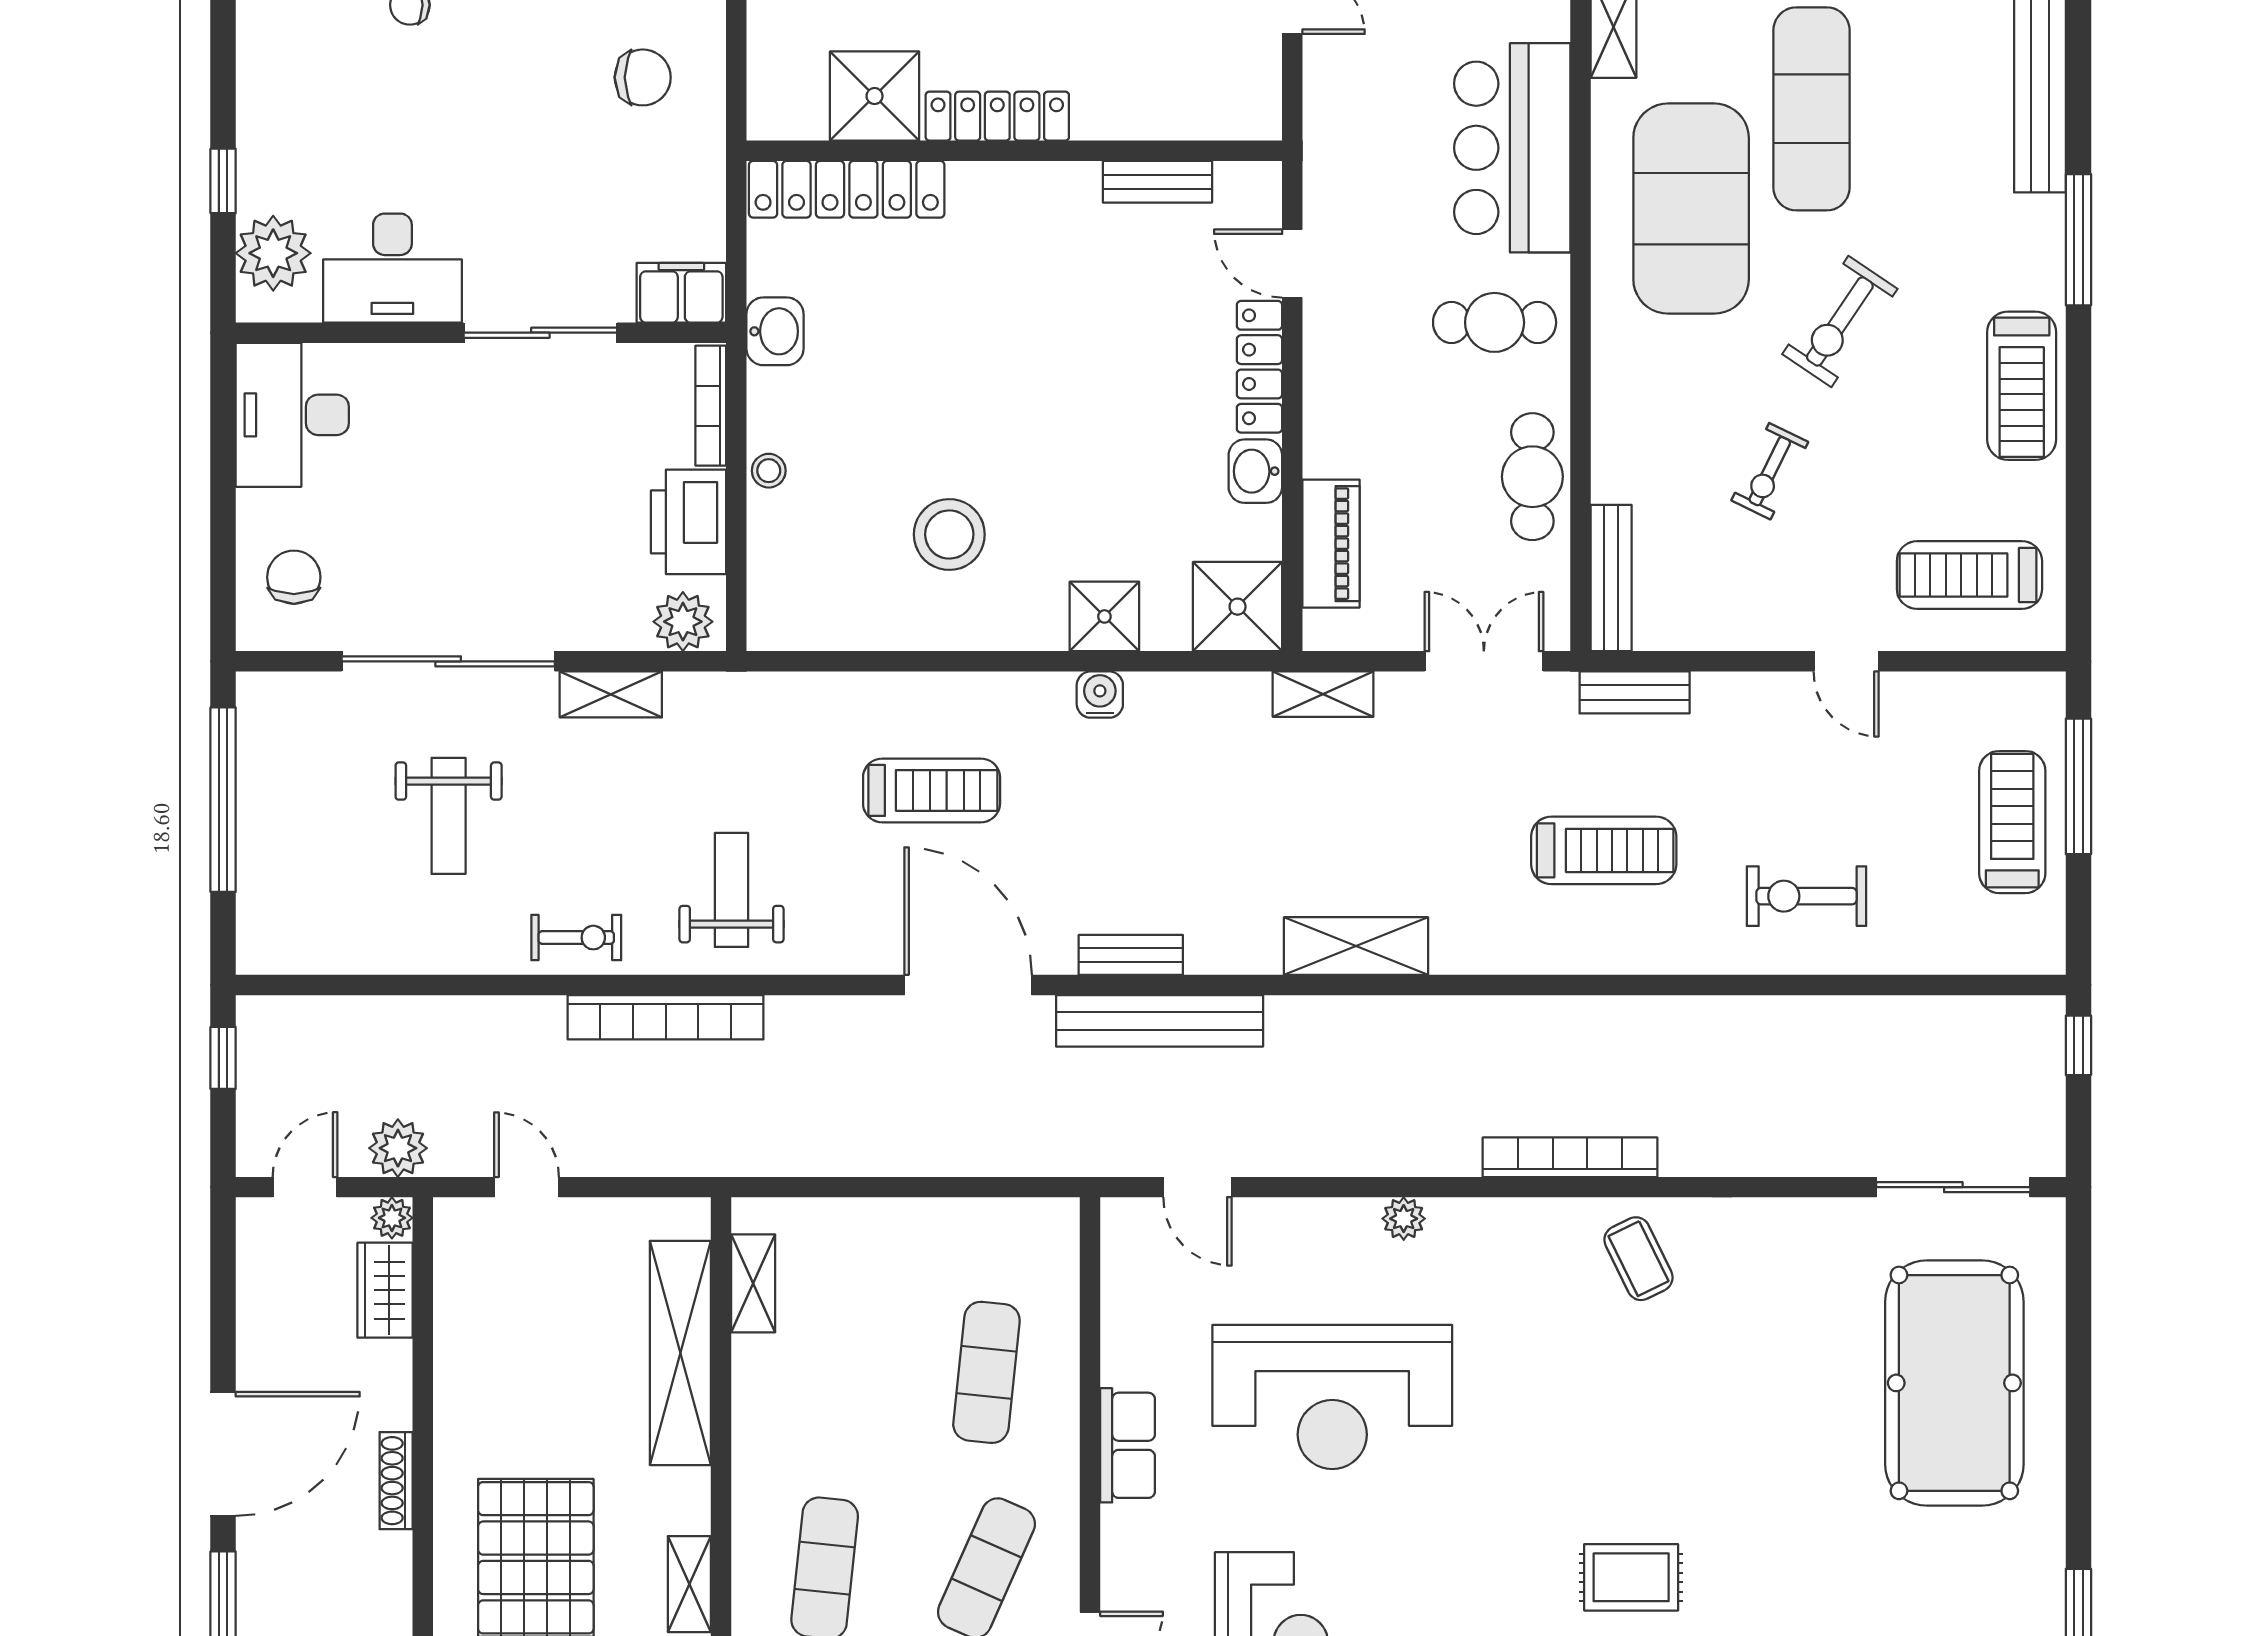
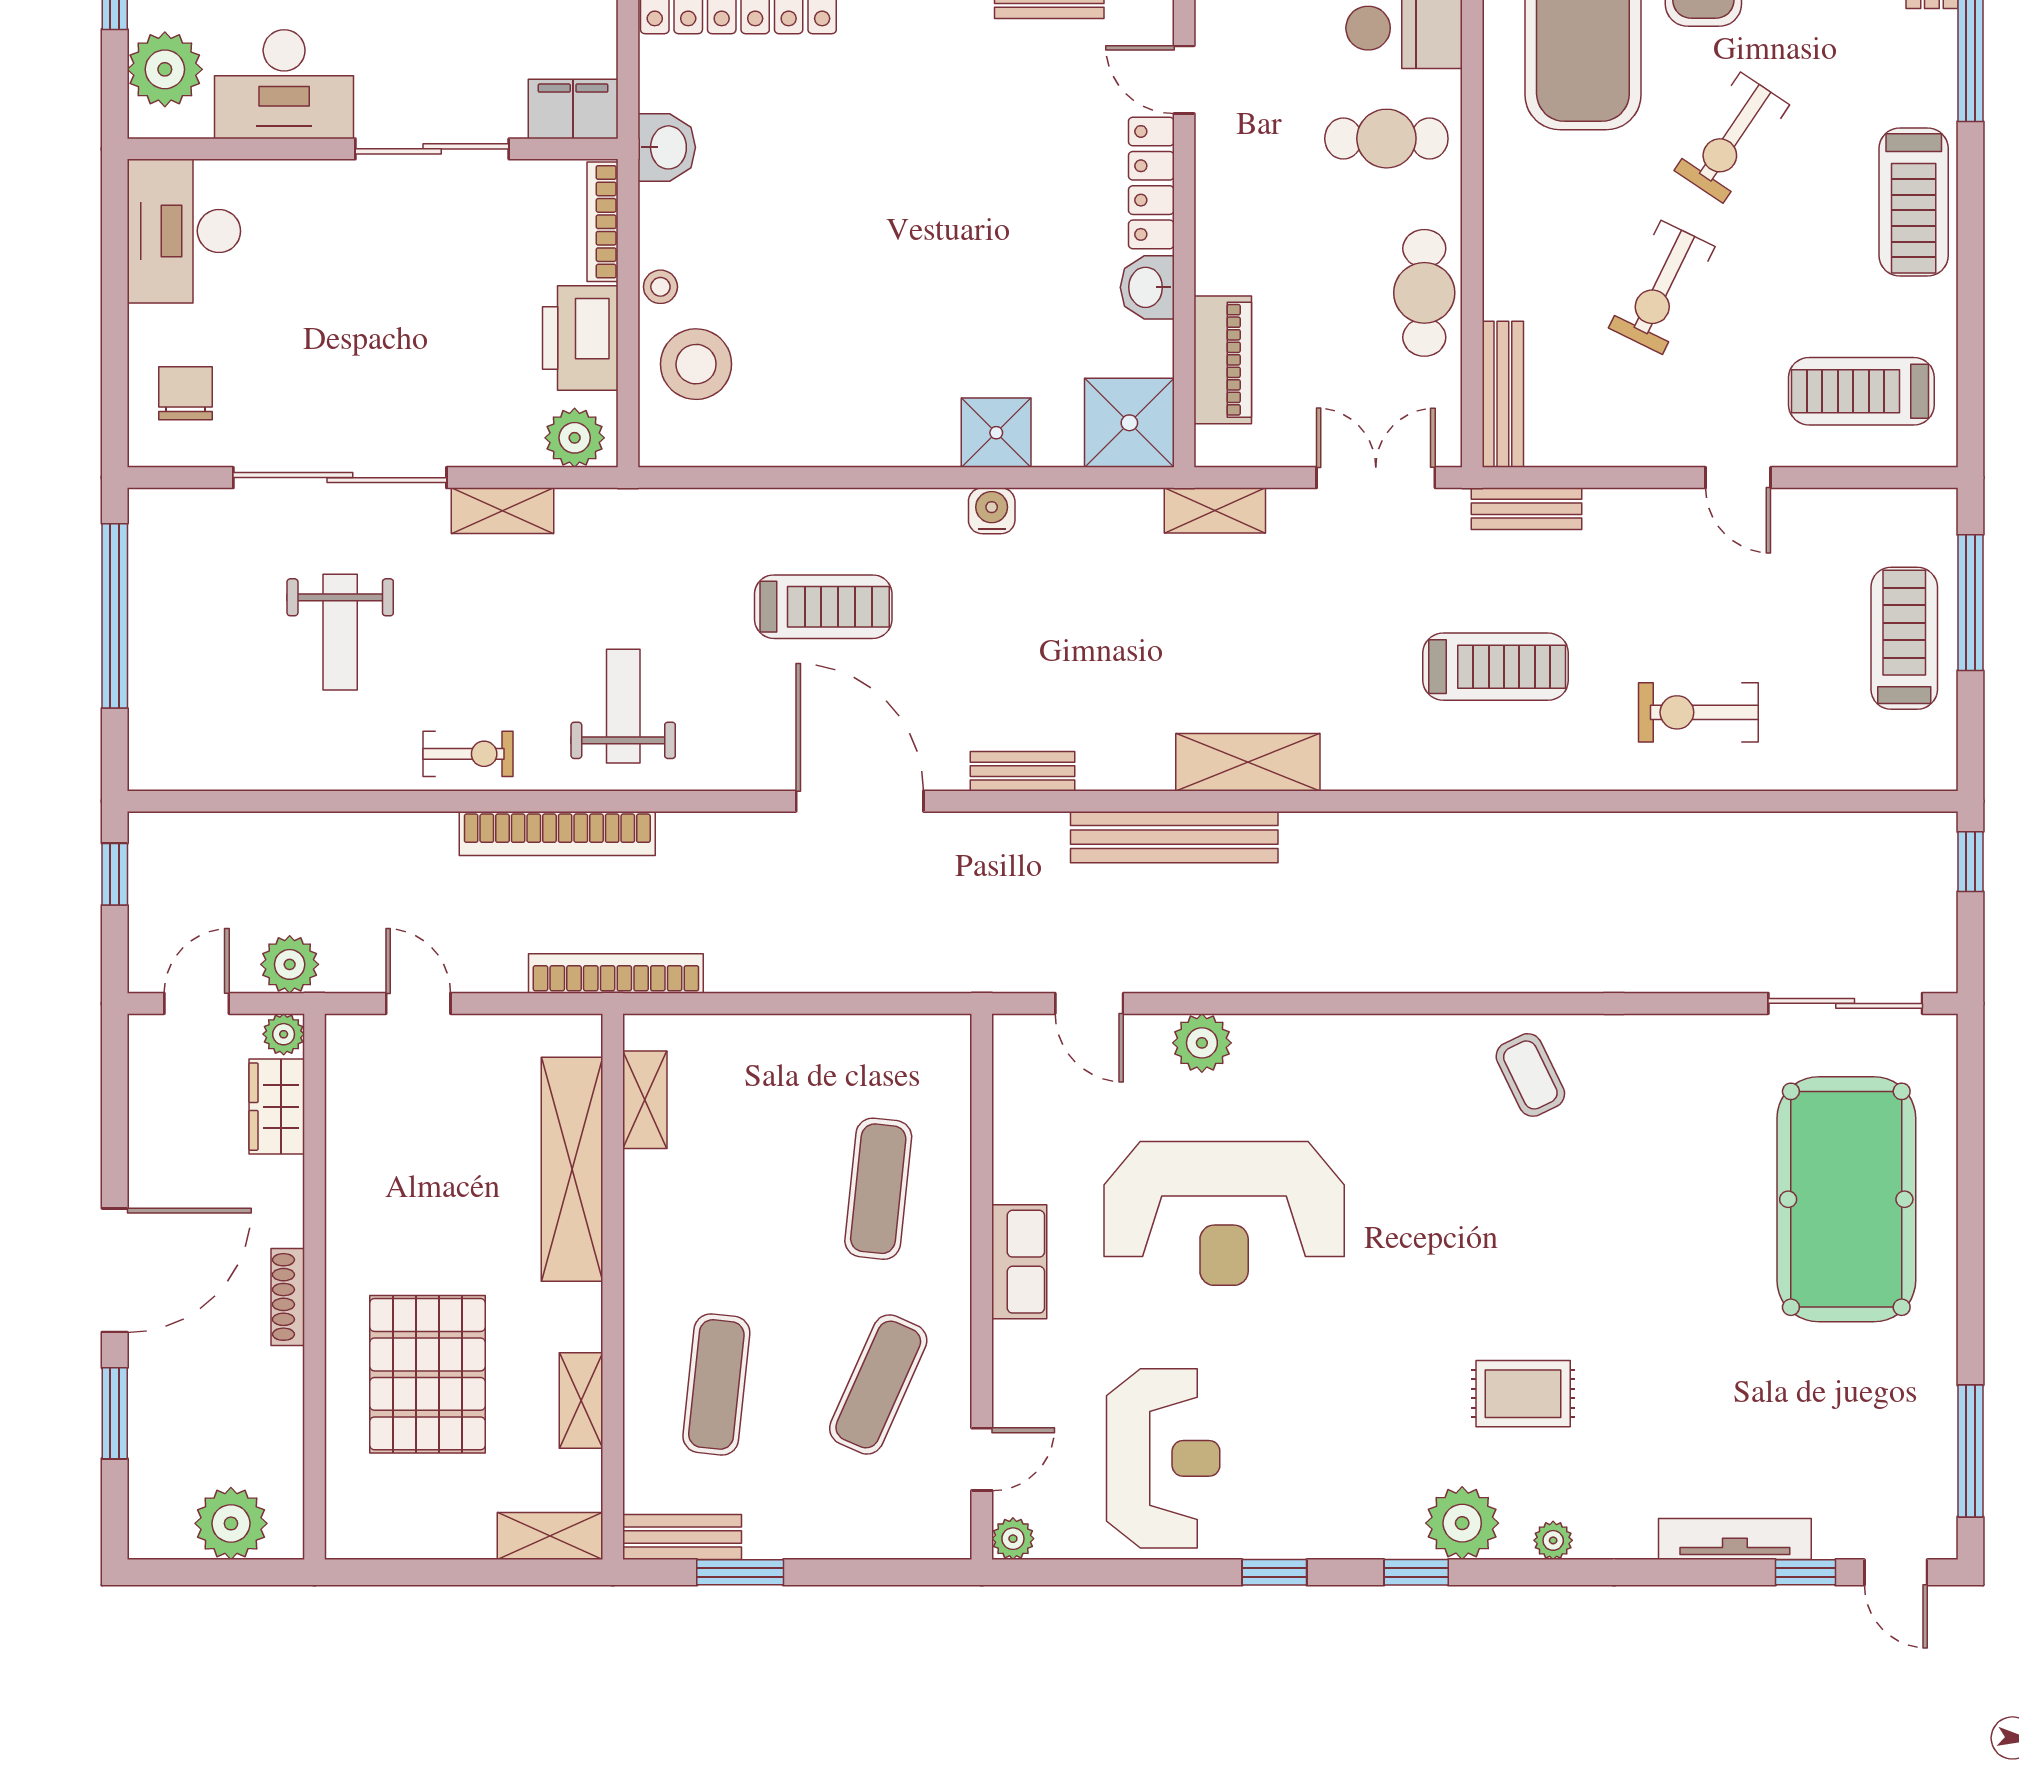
exercise bike: (1770, 471) -> (1662, 287), width x1.38, depth x1.39
stool: (949, 535) -> (696, 364), moved
bench: (1160, 1021) -> (1174, 837), moved
bookcase: (1570, 1157) -> (616, 974), moved
plant: (1404, 1219) -> (1202, 1043), moved, width x1.38, depth x1.38

